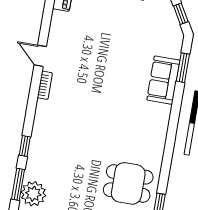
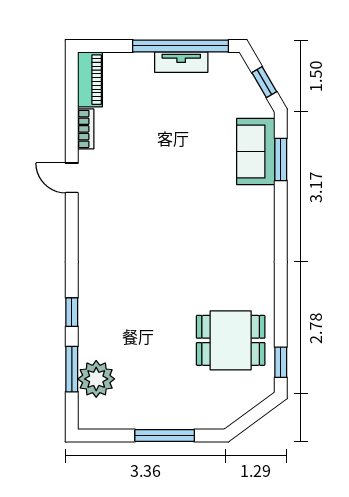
sofa: (163, 80) -> (256, 152), moved
bookcase: (45, 85) -> (86, 129), moved

